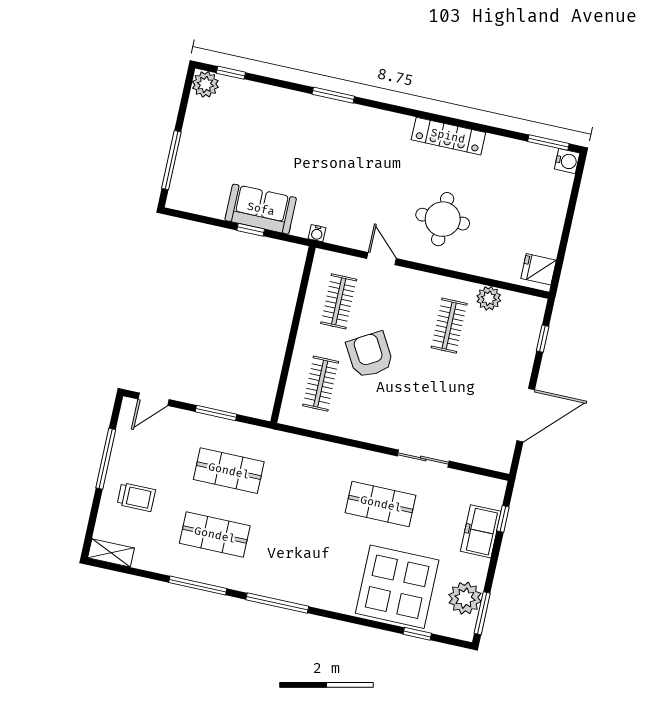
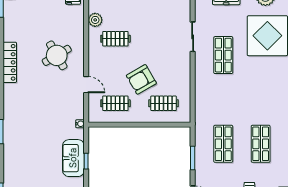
round table: (443, 219) -> (57, 55), turned -30
door: (381, 259) -> (86, 85), swing flipped

